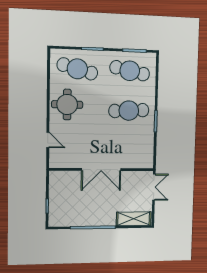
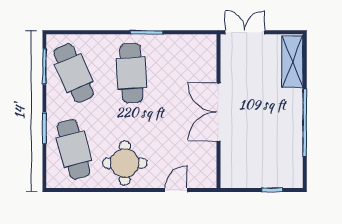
cafe table: (77, 69) -> (74, 149), turned -30
cafe table: (130, 71) -> (74, 73), turned -36
double door: (101, 169) -> (219, 112), swing flipped

